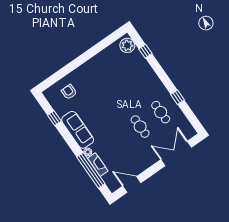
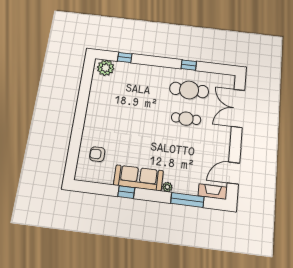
cafe table: (161, 112) -> (189, 90), width x1.37, depth x1.35
window: (54, 118) -> (126, 192), moved
fireplace: (98, 165) -> (213, 192), moved
window: (91, 170) -> (187, 200), width x0.68

